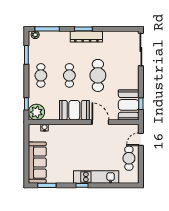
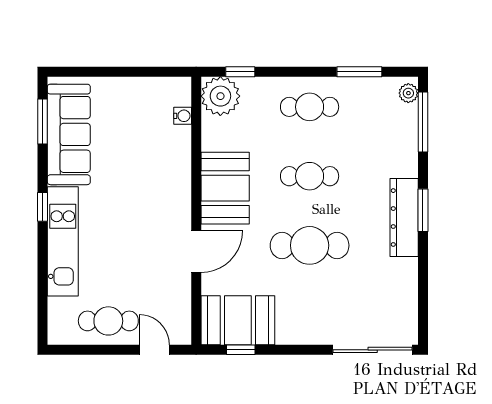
sofa: (37, 163) -> (69, 134), moved, turned -90

